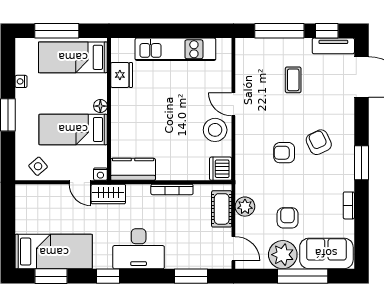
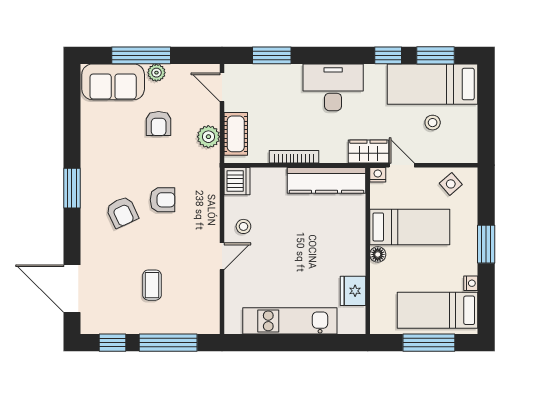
tv unit: (333, 46) -> (105, 325), removed
bed: (73, 57) -> (437, 310), moved, turned 180
door: (233, 104) -> (222, 256), hinge flipped
stool: (215, 130) -> (243, 226), width x0.53, depth x0.53
kitchen counter: (133, 169) -> (327, 180), width x1.50
bookcase: (349, 205) -> (87, 138), removed
stool: (54, 219) -> (433, 123), added
plant: (283, 255) -> (156, 73), width x0.53, depth x0.53
window: (108, 276) -> (388, 55), moved

